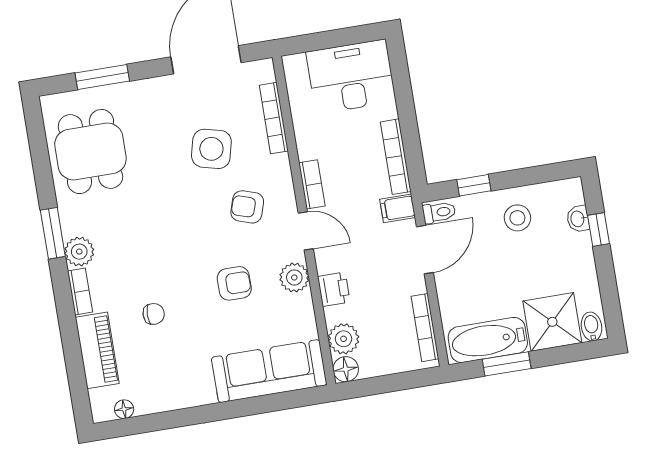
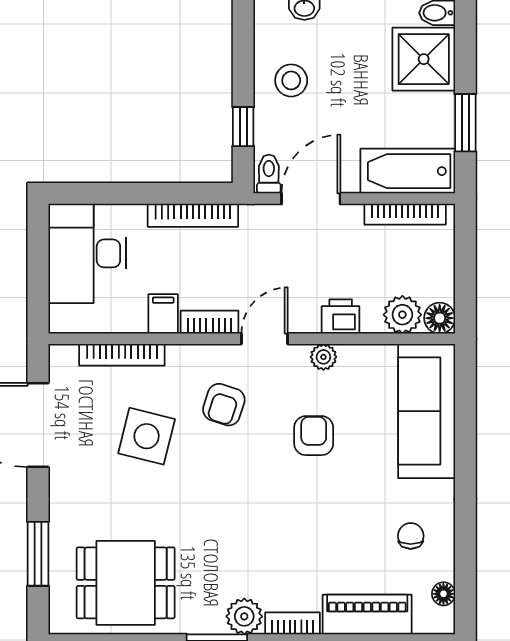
filing cabinet: (398, 208) -> (163, 314), moved, turned 180
door: (425, 250) -> (311, 199), hinge flipped
plant: (294, 278) -> (323, 357), width x0.73, depth x0.73
chair: (154, 314) -> (411, 536), moved
bathtub: (488, 340) -> (408, 171), moved, turned 90

